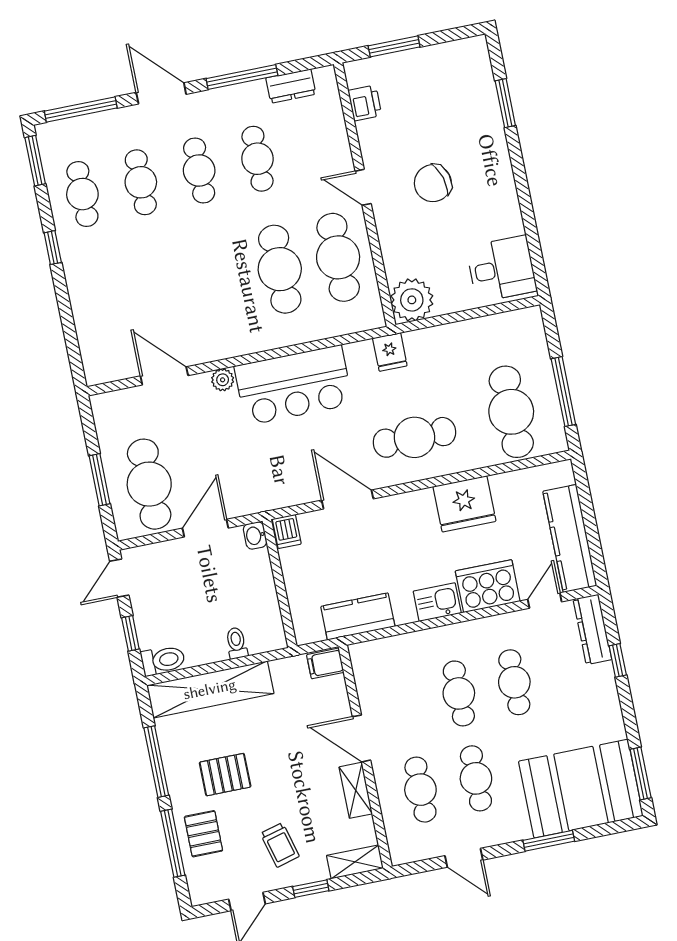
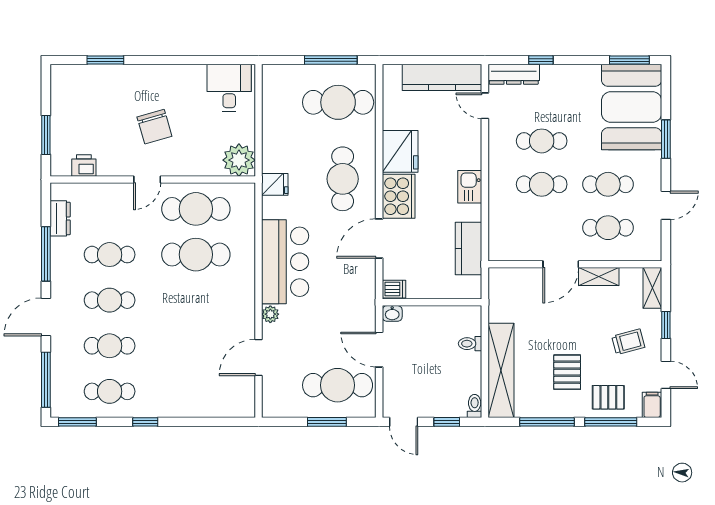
cooker: (488, 586) -> (399, 196), moved, turned 180
toilet: (163, 660) -> (475, 406), width x0.73, depth x0.72
filing cabinet: (325, 663) -> (652, 405), moved, turned 180

